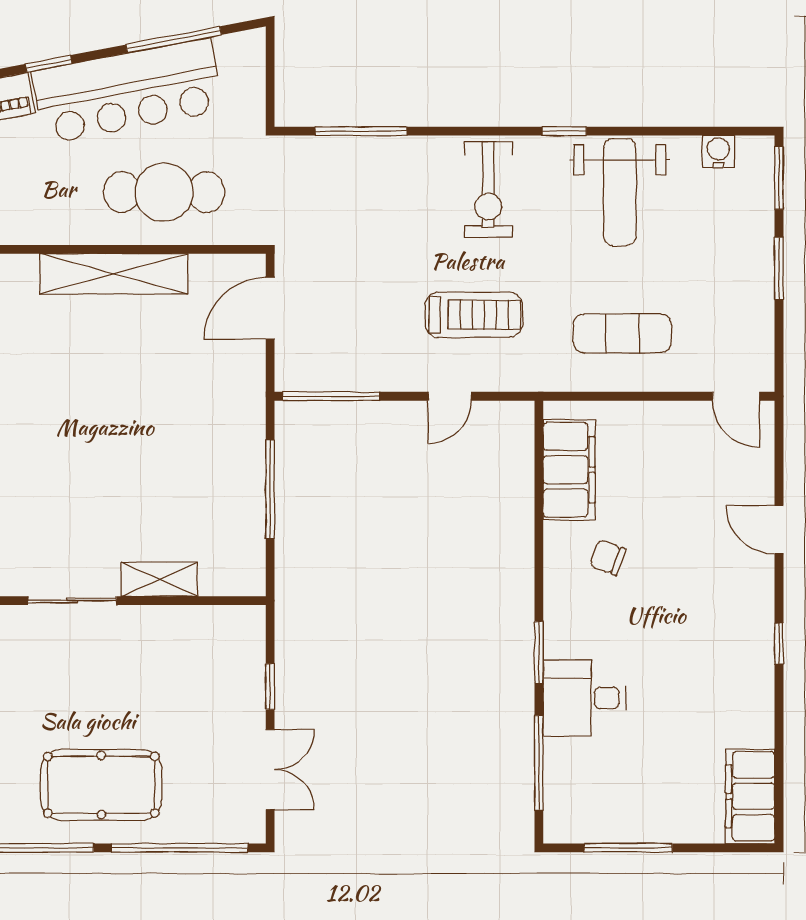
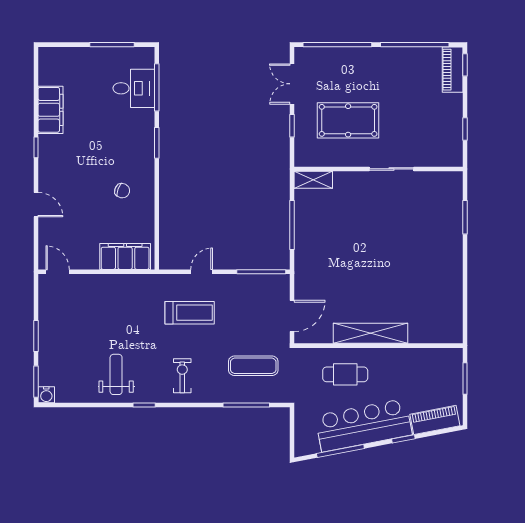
water cooler: (718, 152) -> (46, 395), moved
exercise bike: (488, 189) -> (182, 376), width x0.73, depth x0.72
cafe table: (164, 192) -> (345, 374), width x0.73, depth x0.74
weight bench: (620, 192) -> (116, 374), width x0.73, depth x0.75
treadmill: (474, 315) -> (190, 313), turned 180
exercise mat: (622, 333) -> (253, 366), moved
filing cabinet: (569, 470) -> (125, 256), moved, turned 90
shelving: (159, 579) -> (313, 180), moved
desk: (584, 698) -> (134, 88), moved
pool table: (101, 785) -> (348, 120), moved
filing cabinet: (750, 796) -> (50, 110), moved

